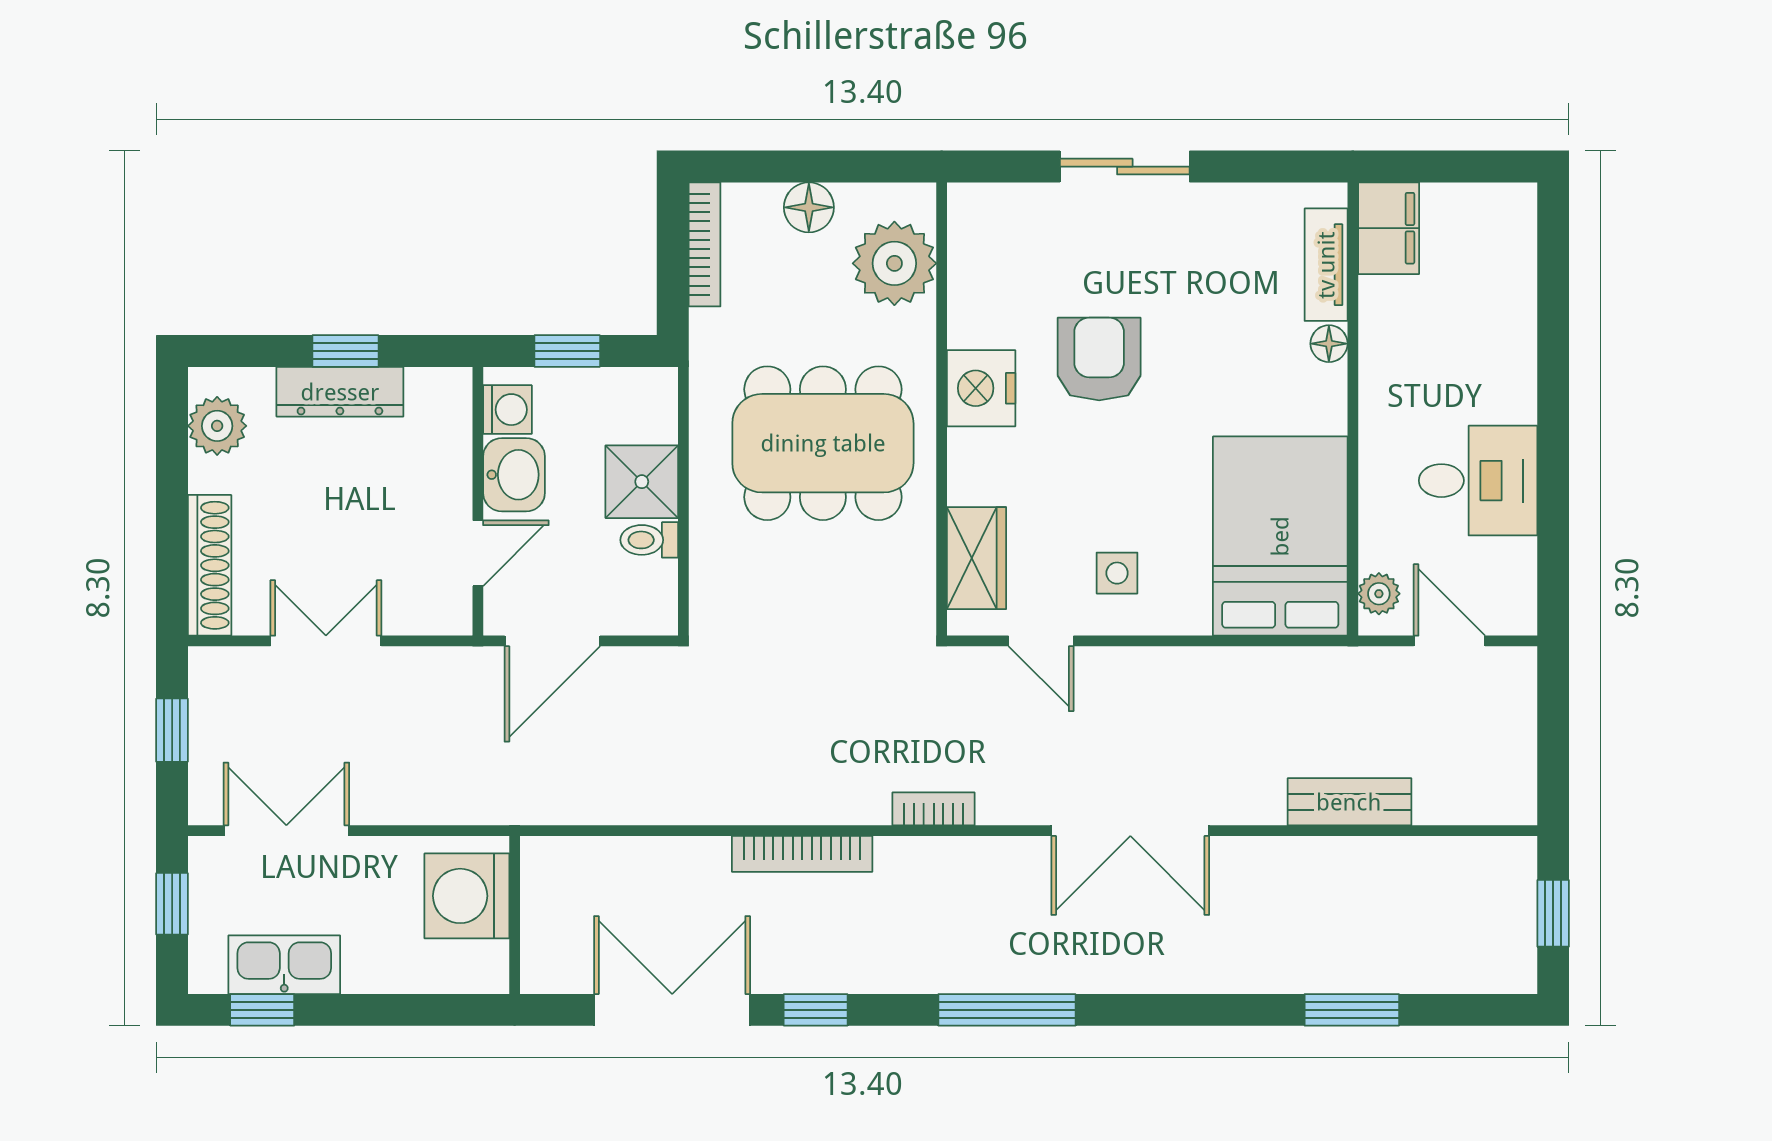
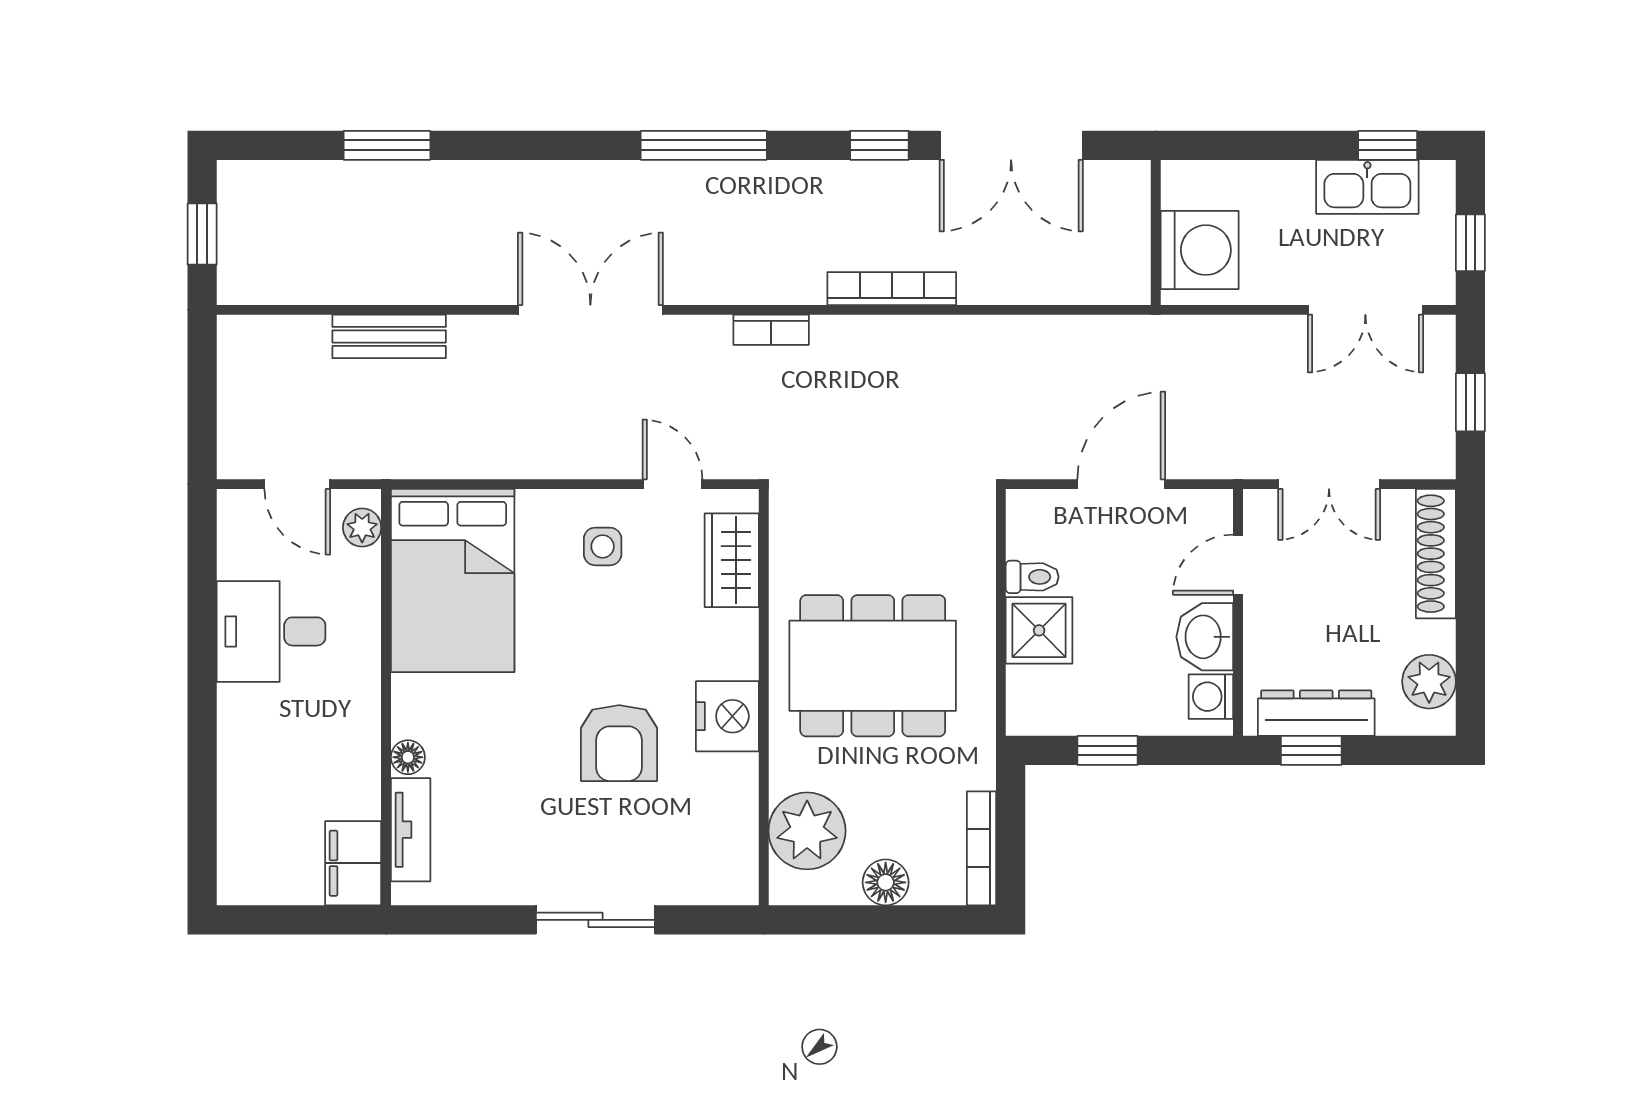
washing machine: (507, 410) -> (1211, 697), moved
washbasin: (514, 475) -> (1205, 637), moved
wall: (478, 501) -> (1238, 612), moved
door: (478, 553) -> (1238, 565), moved

